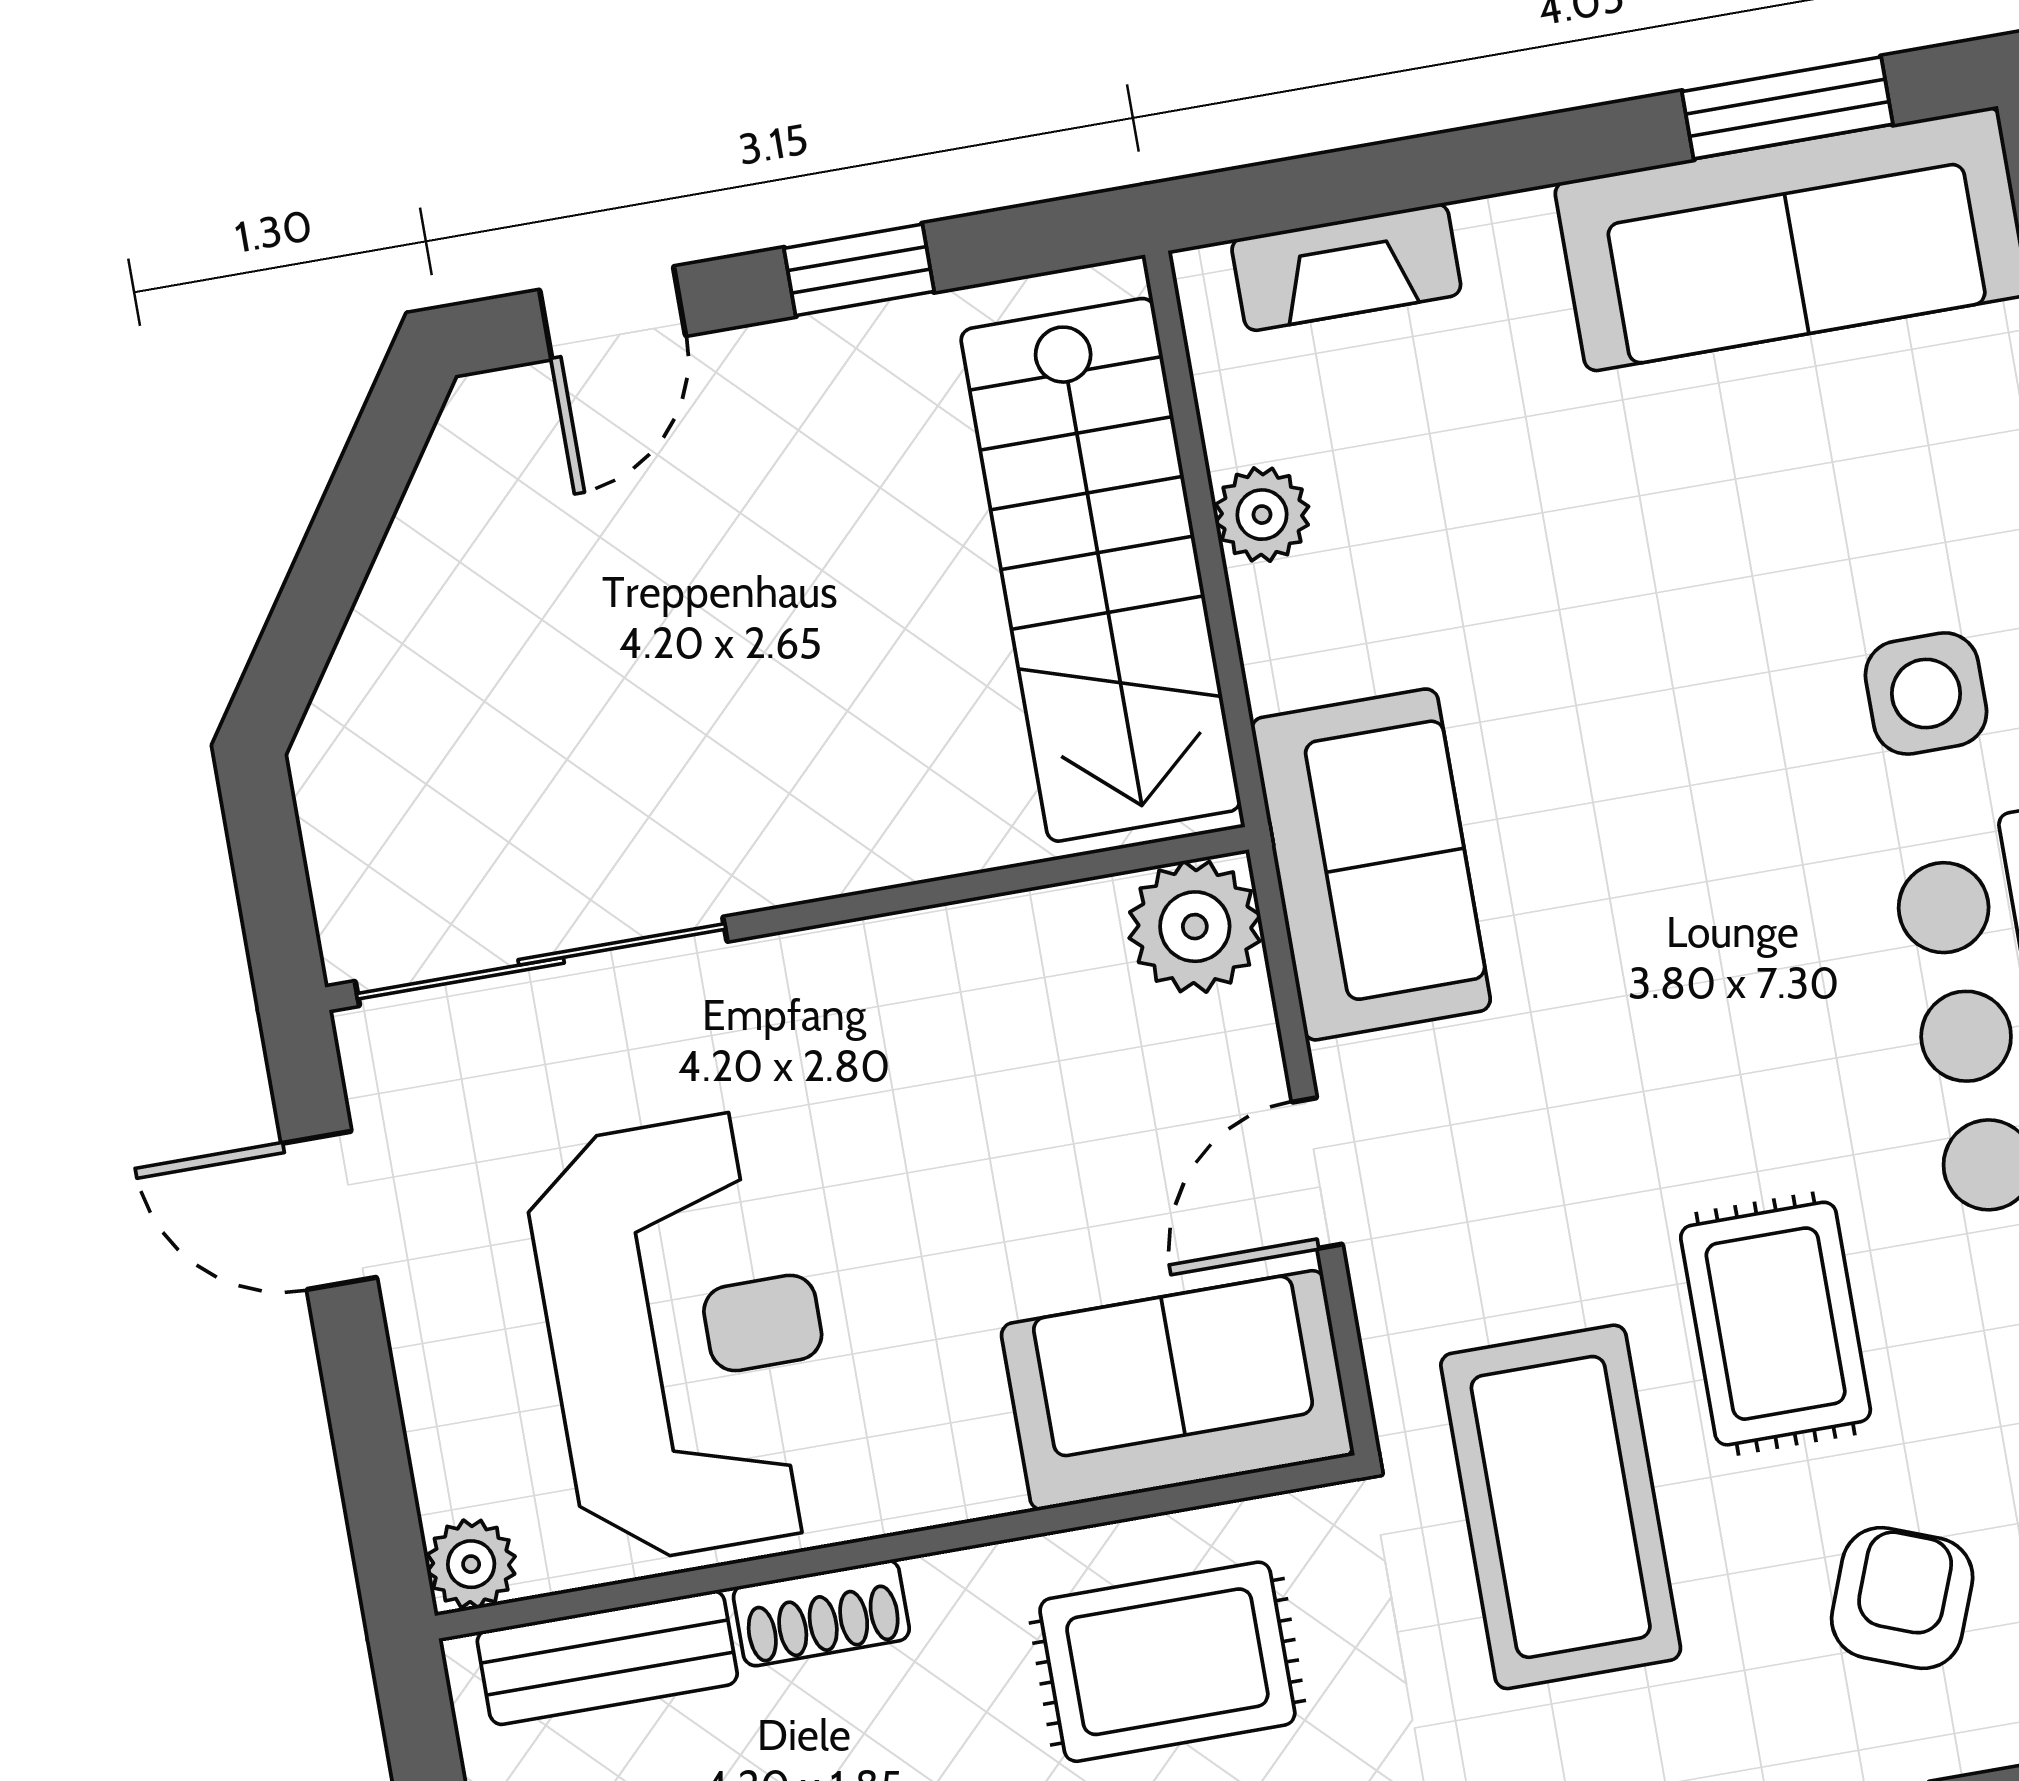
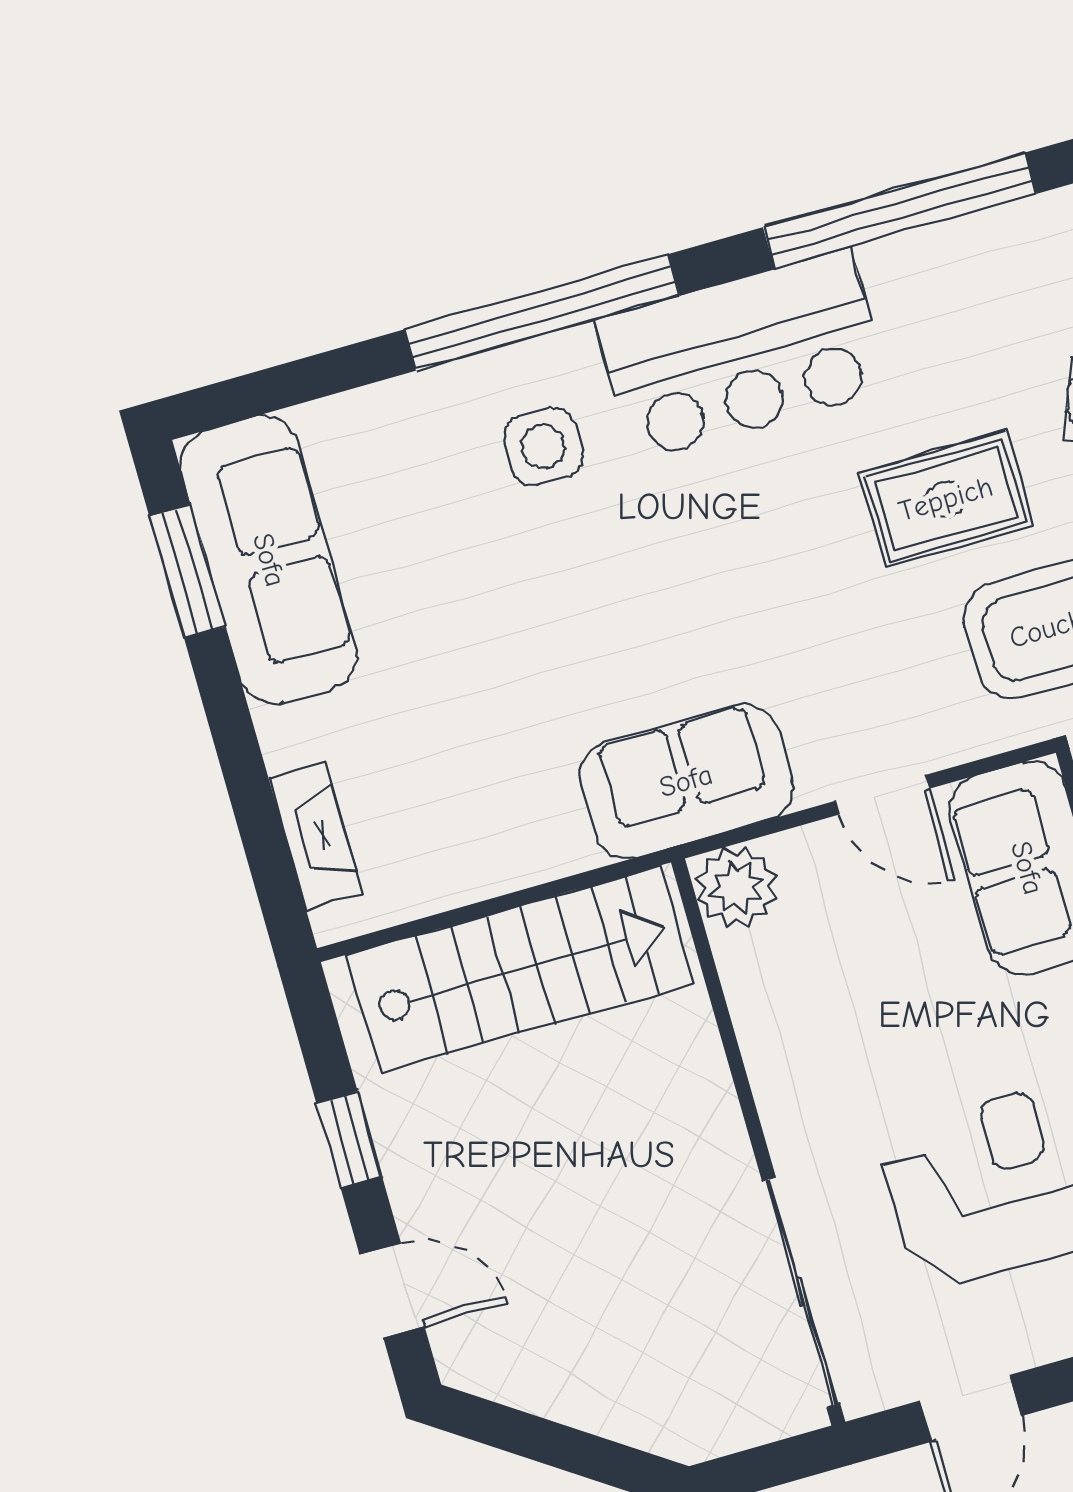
plant: (1262, 515) -> (475, 872), removed

